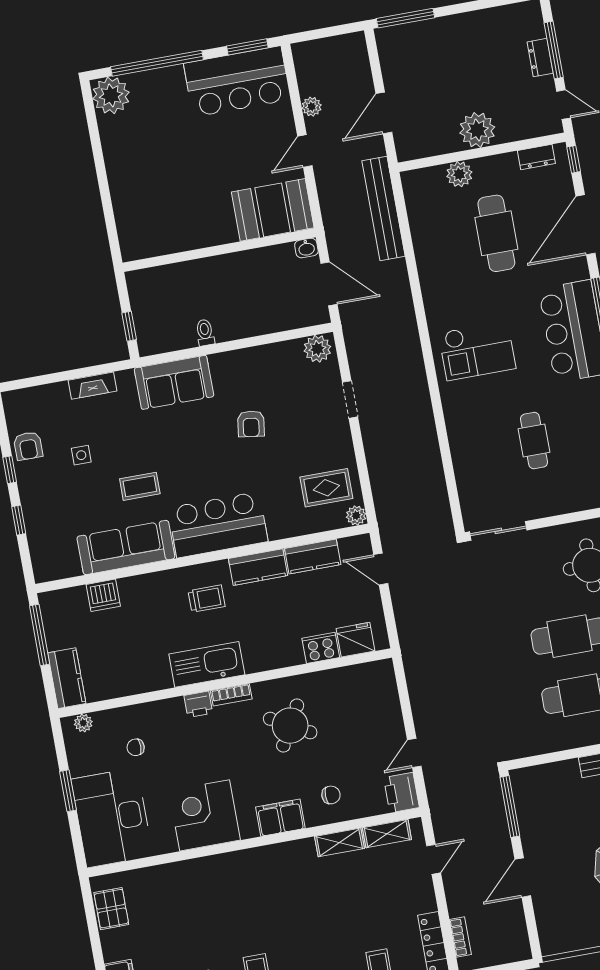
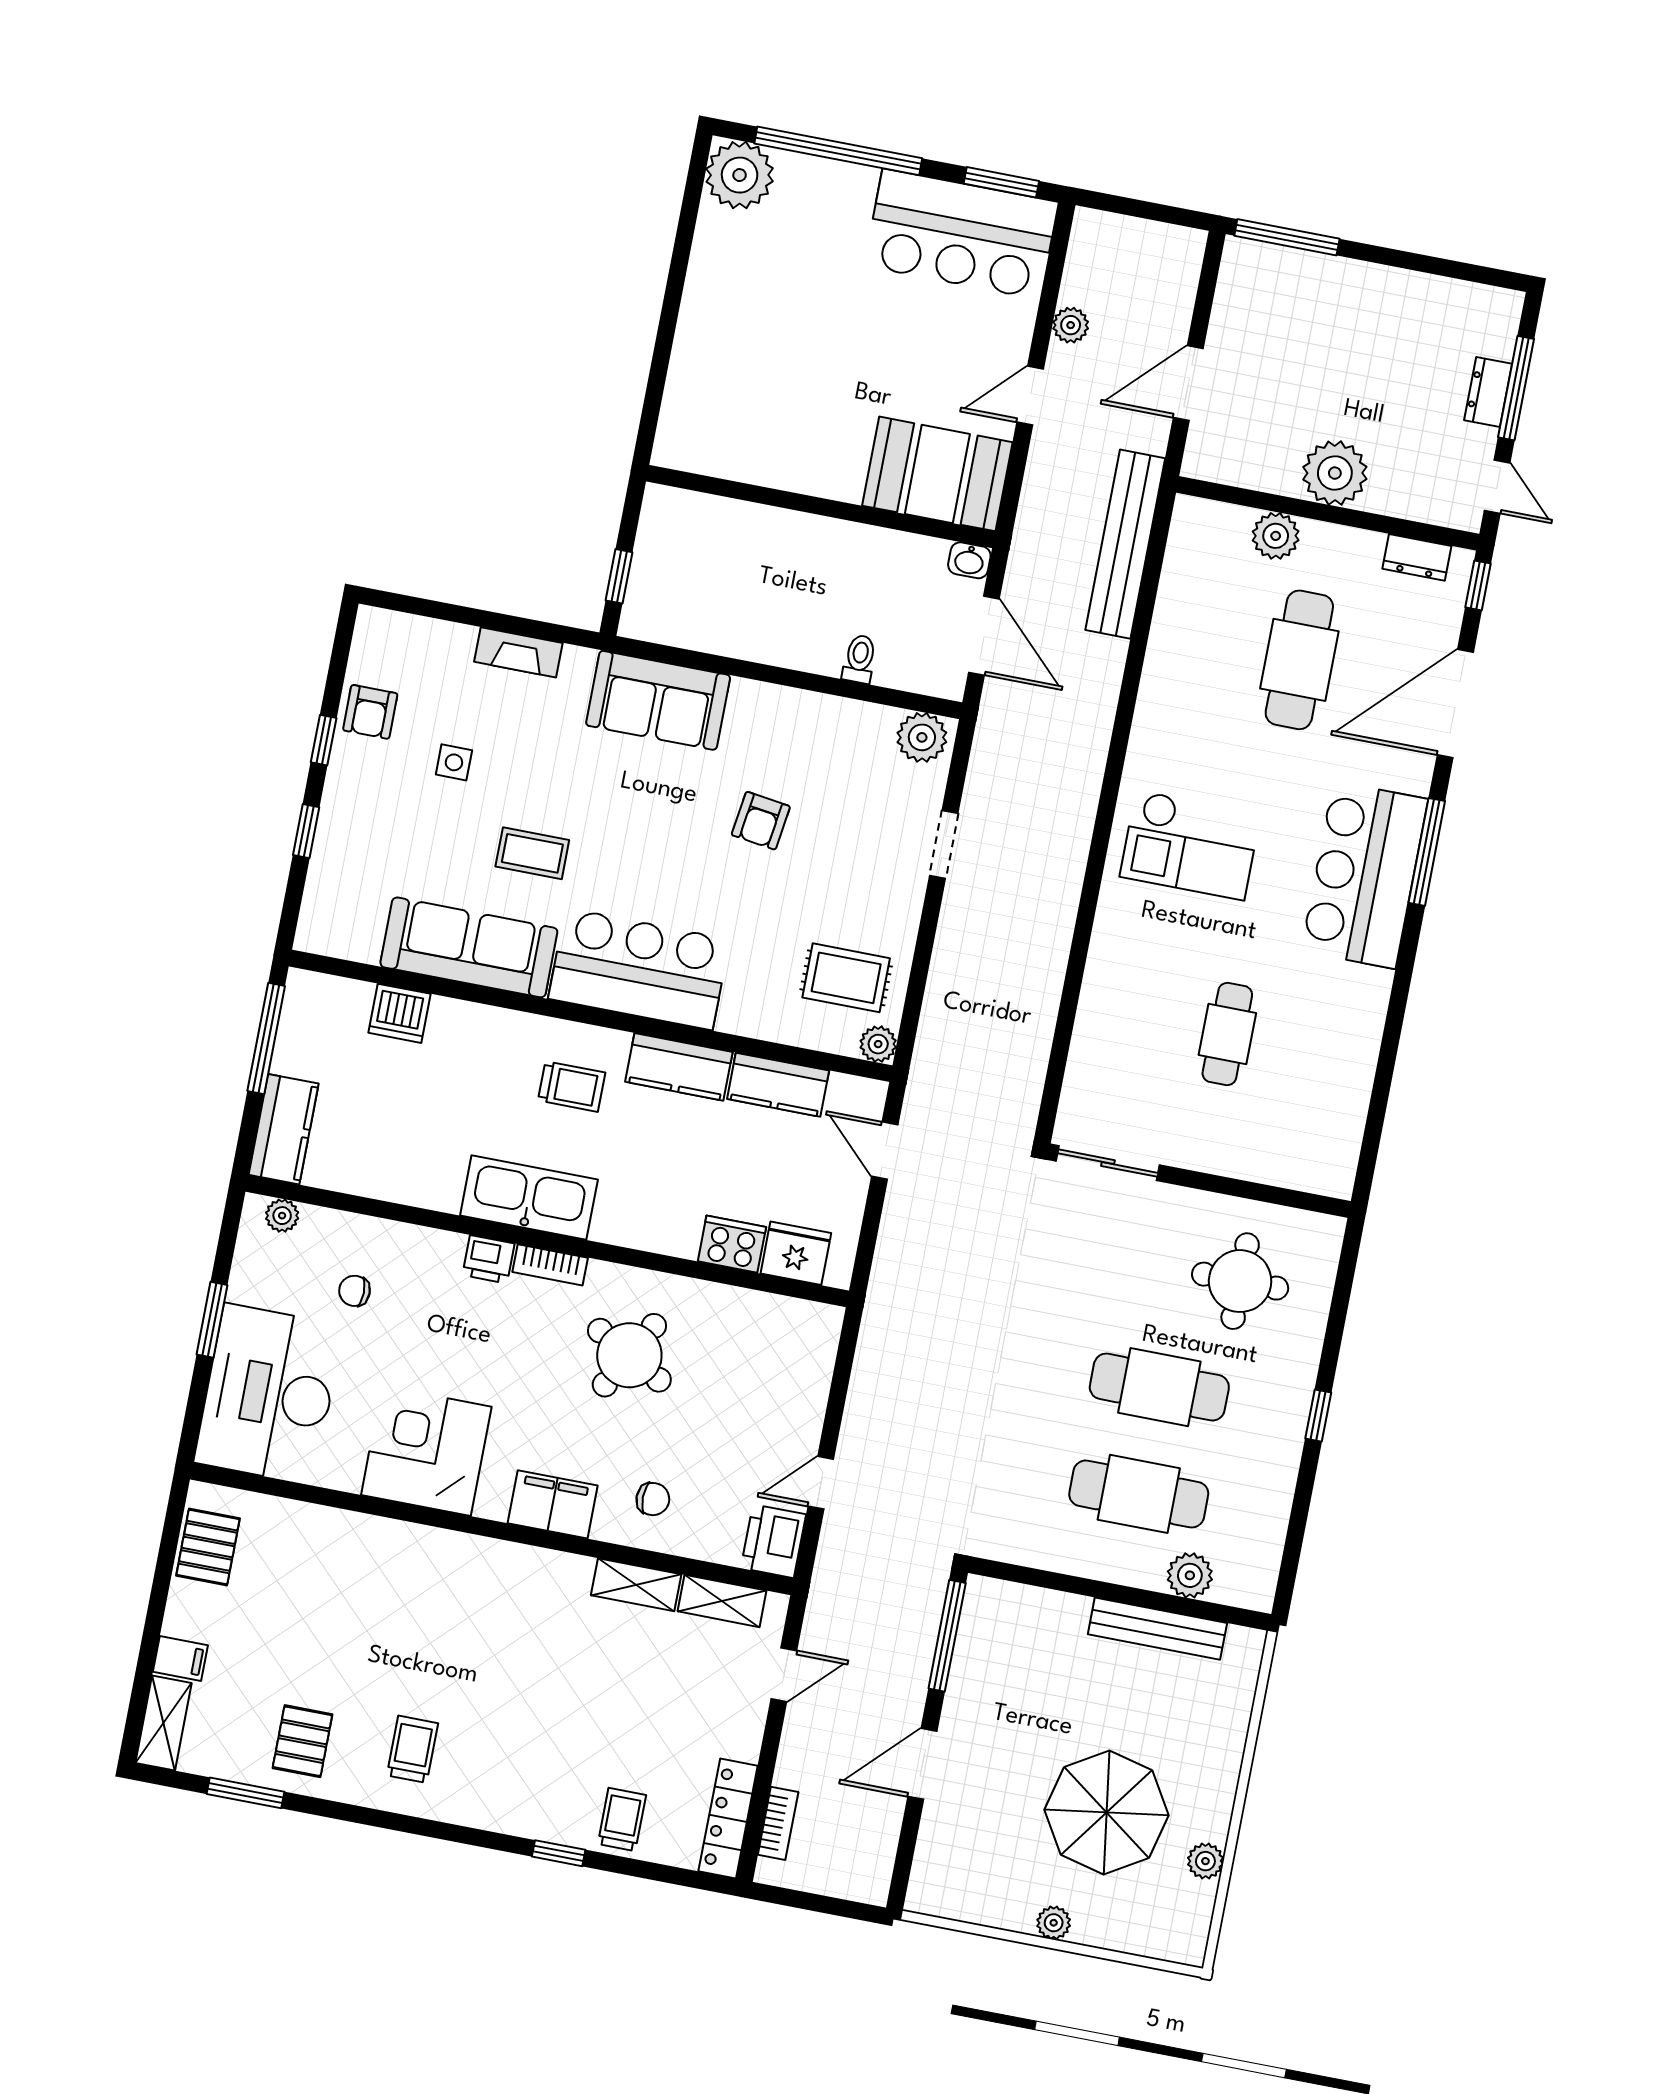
toilet: (205, 333) -> (859, 659), moved

